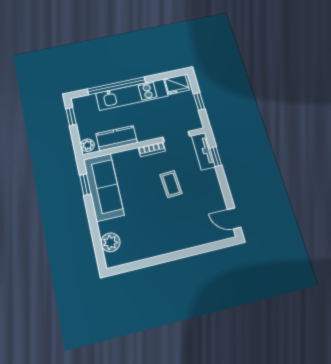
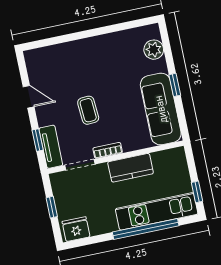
kitchen unit: (132, 95) -> (157, 211), moved
kitchen counter: (117, 138) -> (131, 168), moved
plant: (87, 145) -> (178, 157), removed
window: (85, 185) -> (175, 85), moved
door: (234, 218) -> (29, 97), moved

